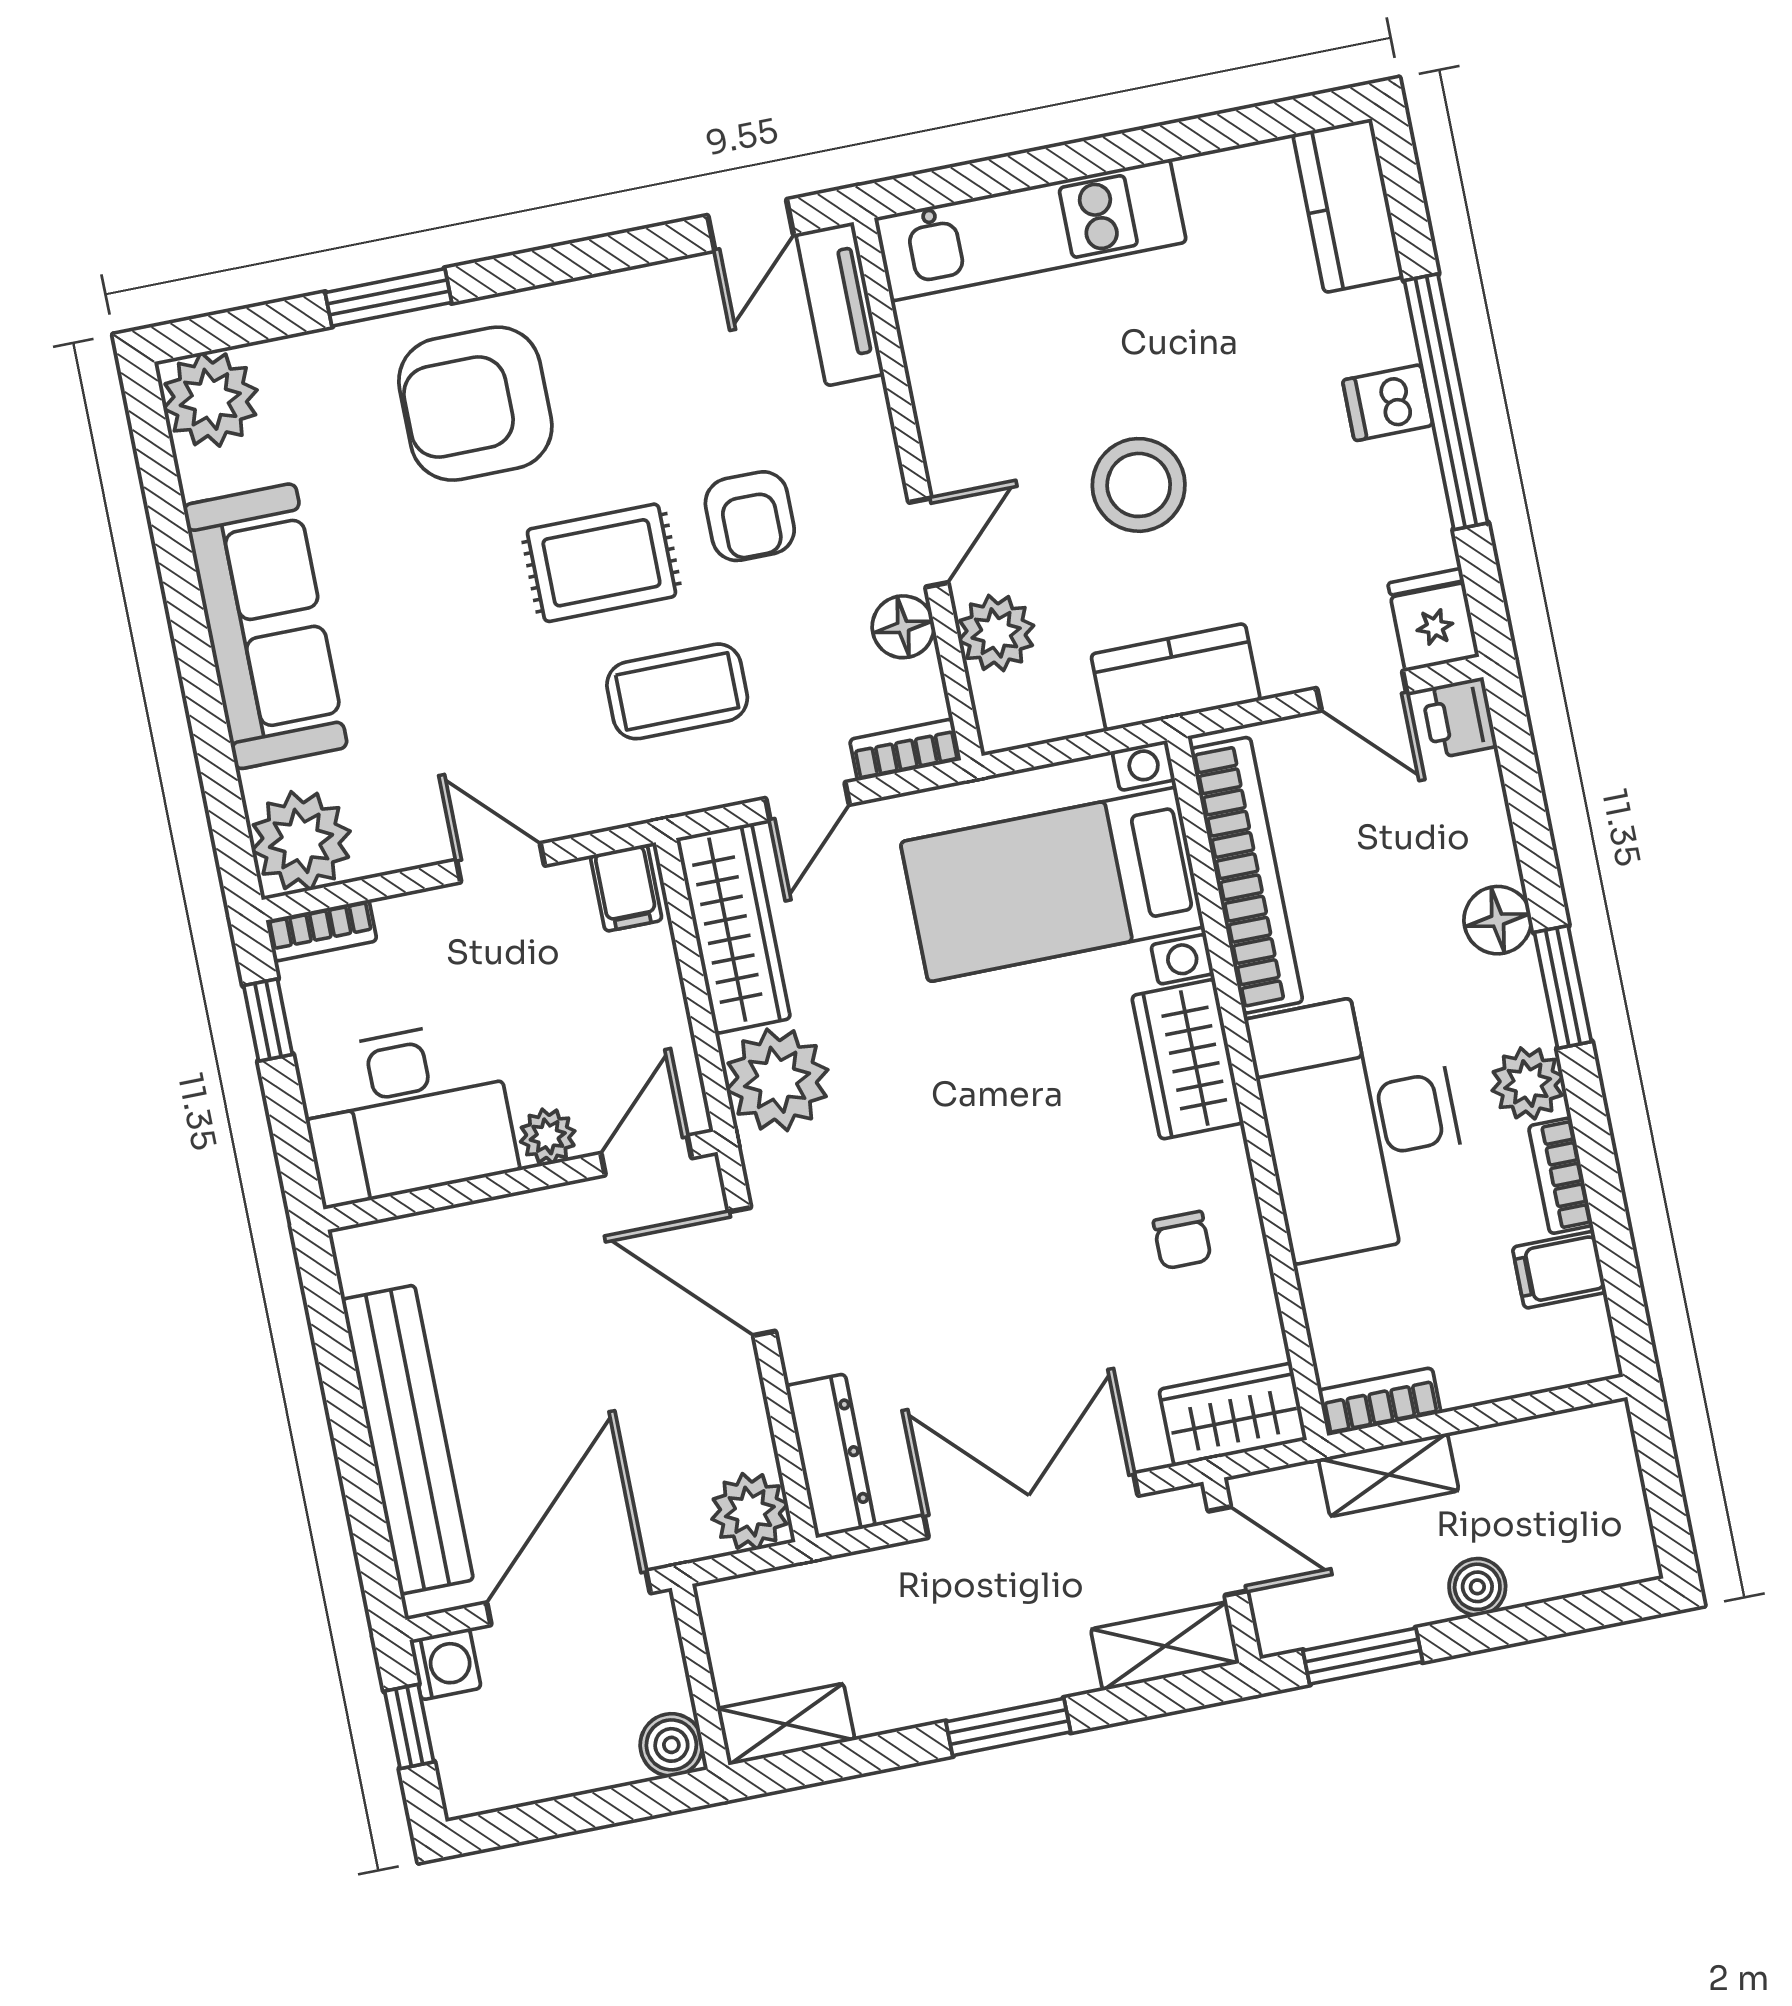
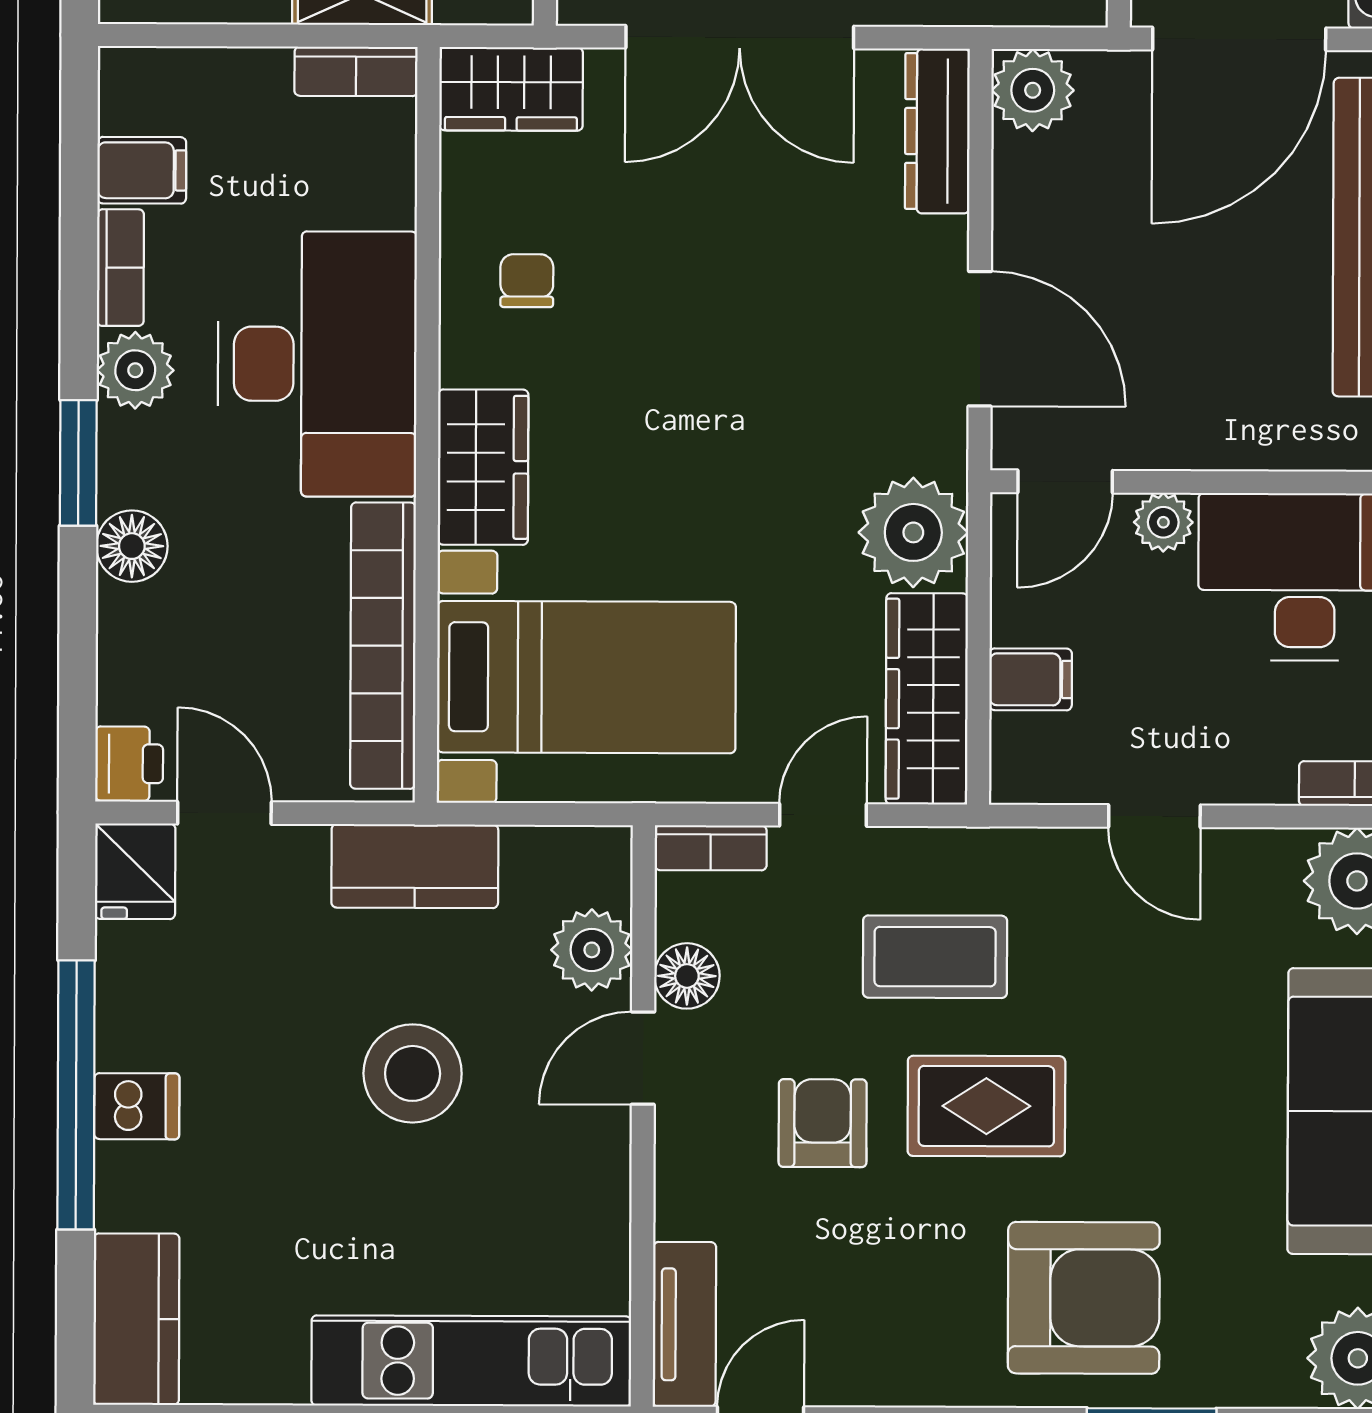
filing cabinet: (626, 888) -> (1031, 679), moved, turned 90

